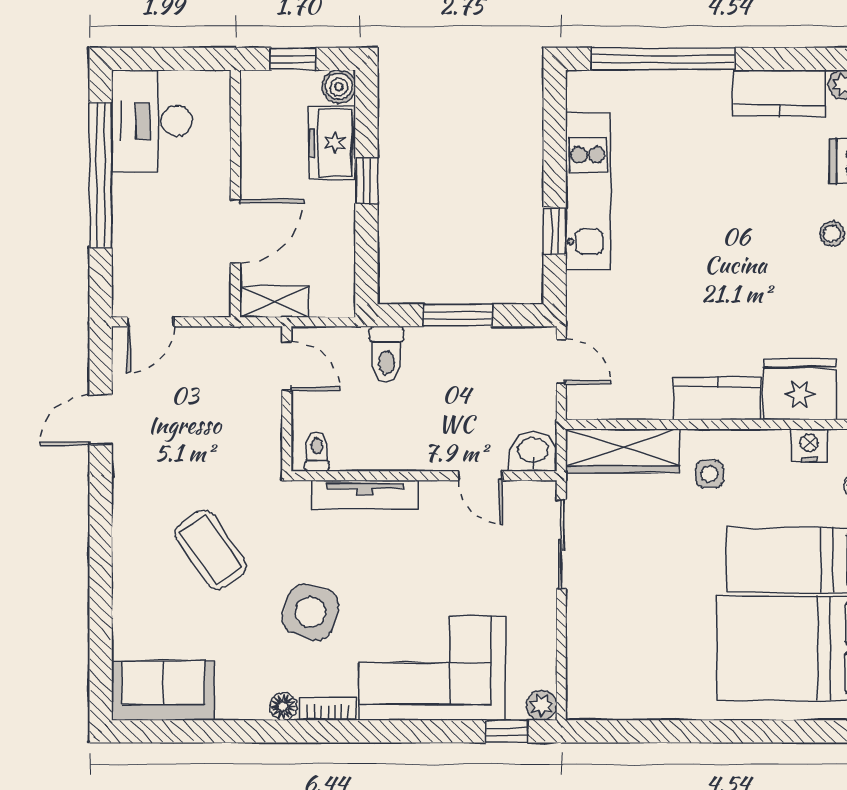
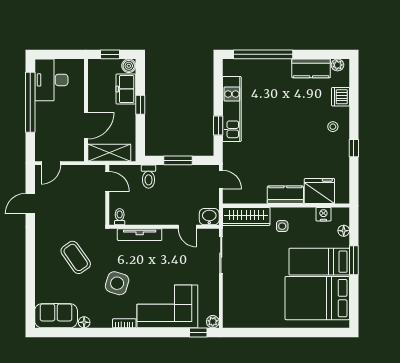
shelving: (274, 302) -> (109, 153), width x1.50, depth x1.33
floor lamp: (283, 707) -> (84, 322), moved

